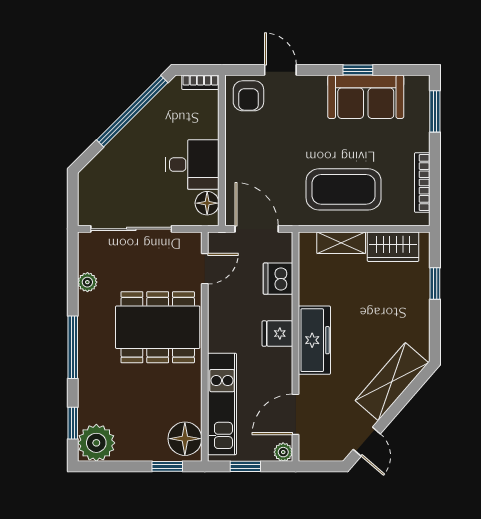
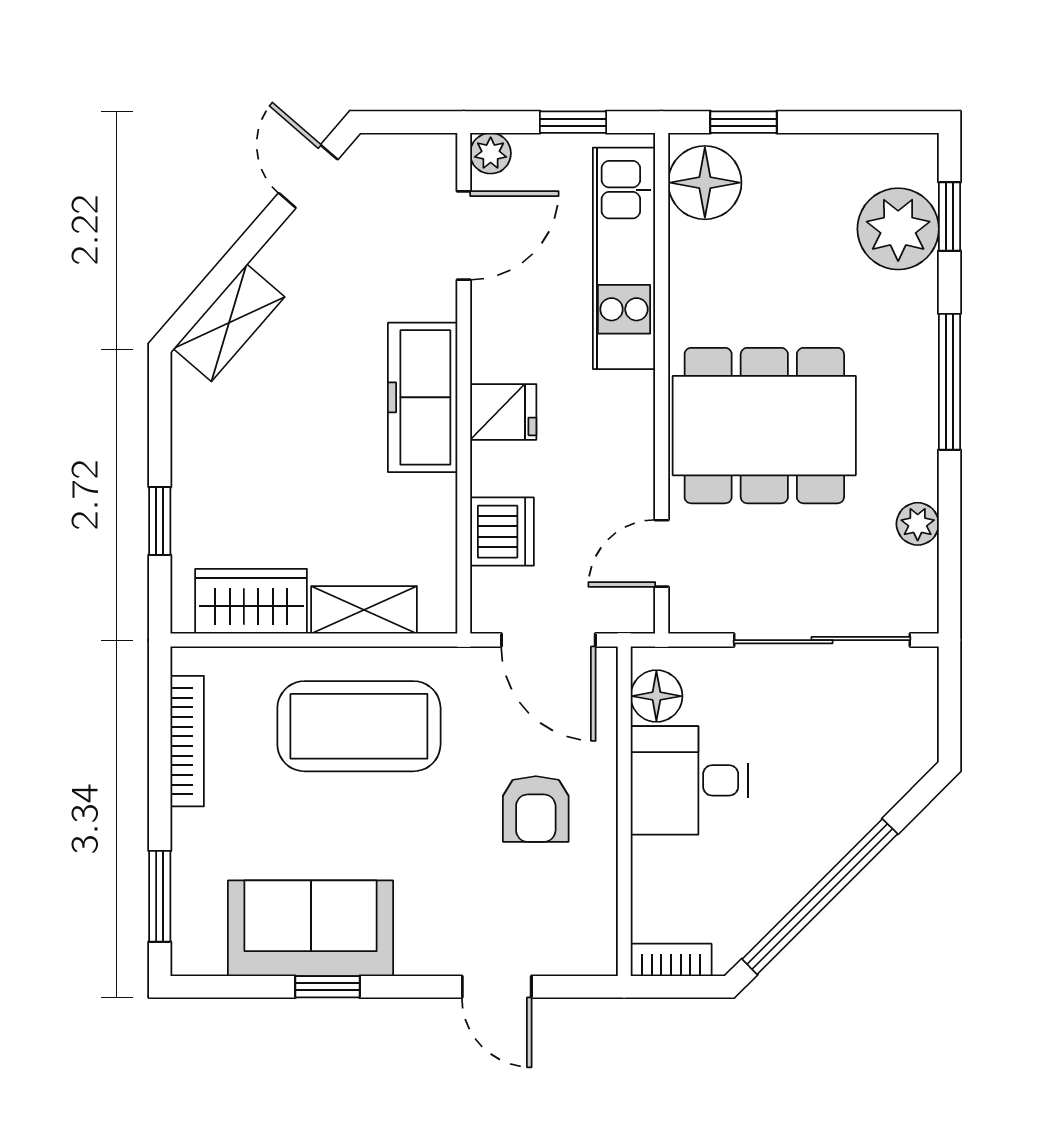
armchair: (248, 96) -> (536, 809), moved, turned 180
shelving: (392, 382) -> (229, 323), width x0.67, depth x0.75
plant: (96, 443) -> (898, 229), moved

